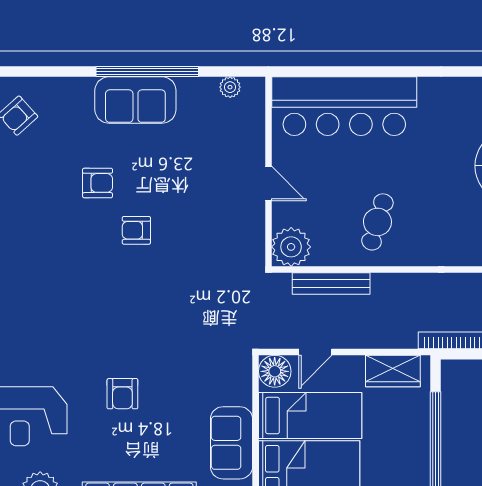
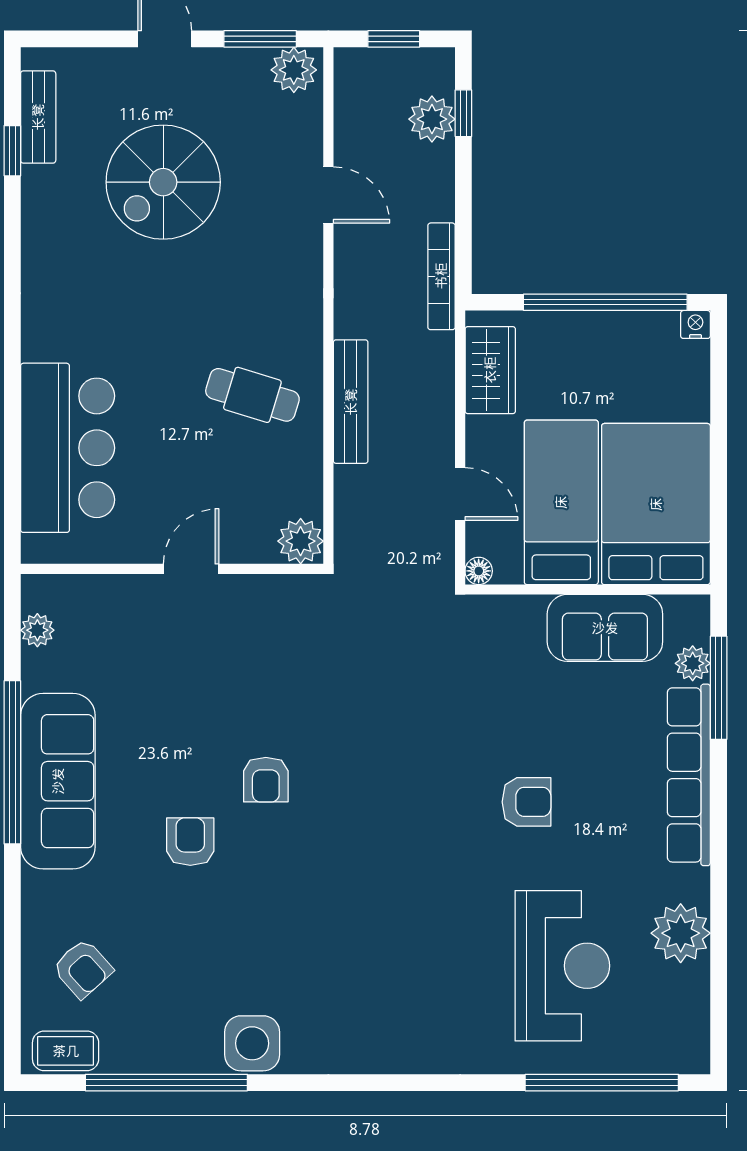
sofa: (135, 100) -> (58, 781), width x1.36
bar counter: (344, 106) -> (68, 448), width x0.73
plant: (291, 247) -> (301, 541), width x0.73, depth x0.73
bench: (331, 283) -> (351, 402), moved
floor lamp: (275, 371) -> (479, 571), width x0.53, depth x0.53

